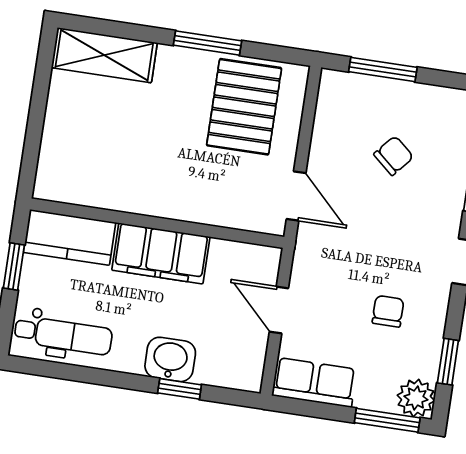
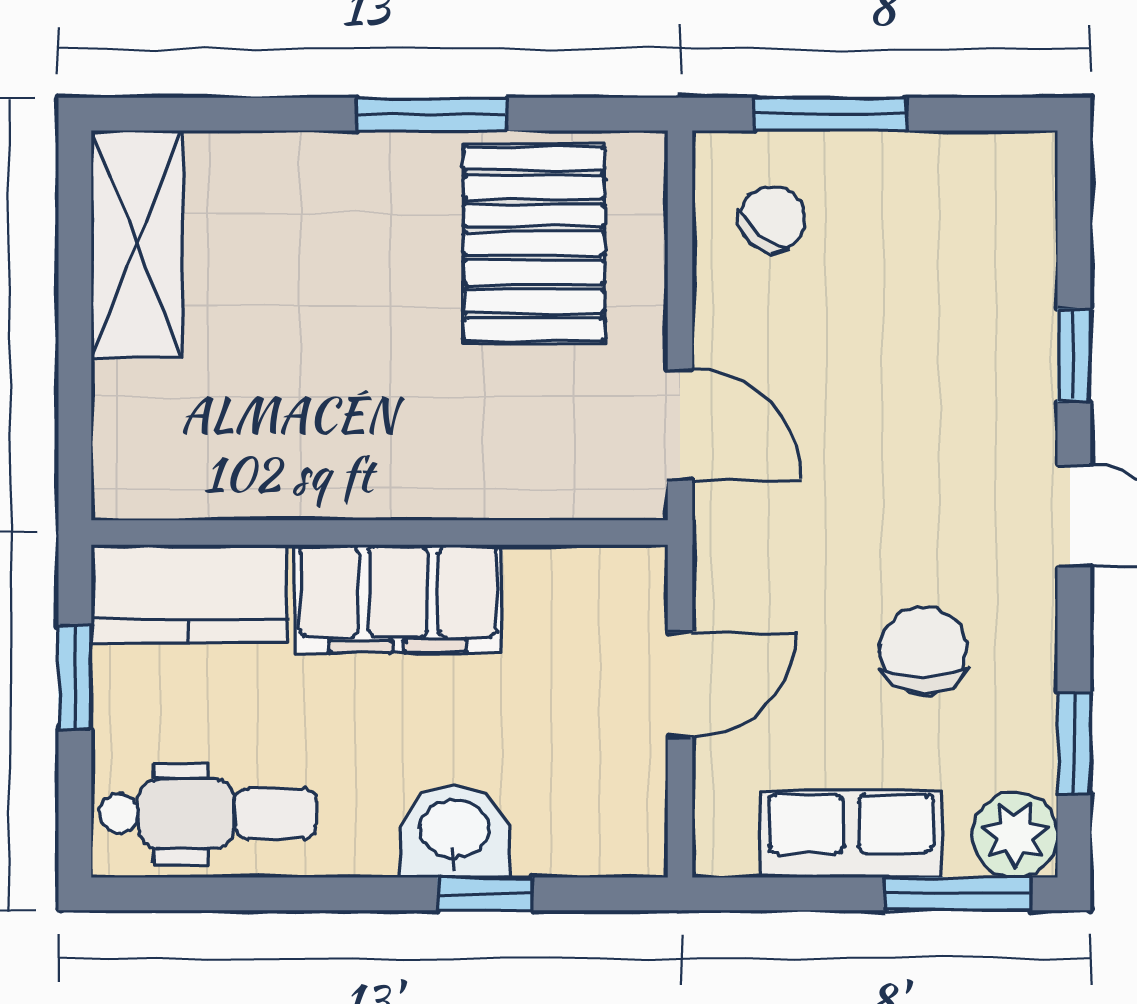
shelving: (104, 55) -> (137, 244), moved, turned 90
chair: (394, 156) -> (772, 219), moved
door: (279, 310) -> (680, 685), swing flipped
chair: (388, 311) -> (923, 651), width x1.37, depth x1.37
row of seats: (314, 382) -> (851, 834), moved

